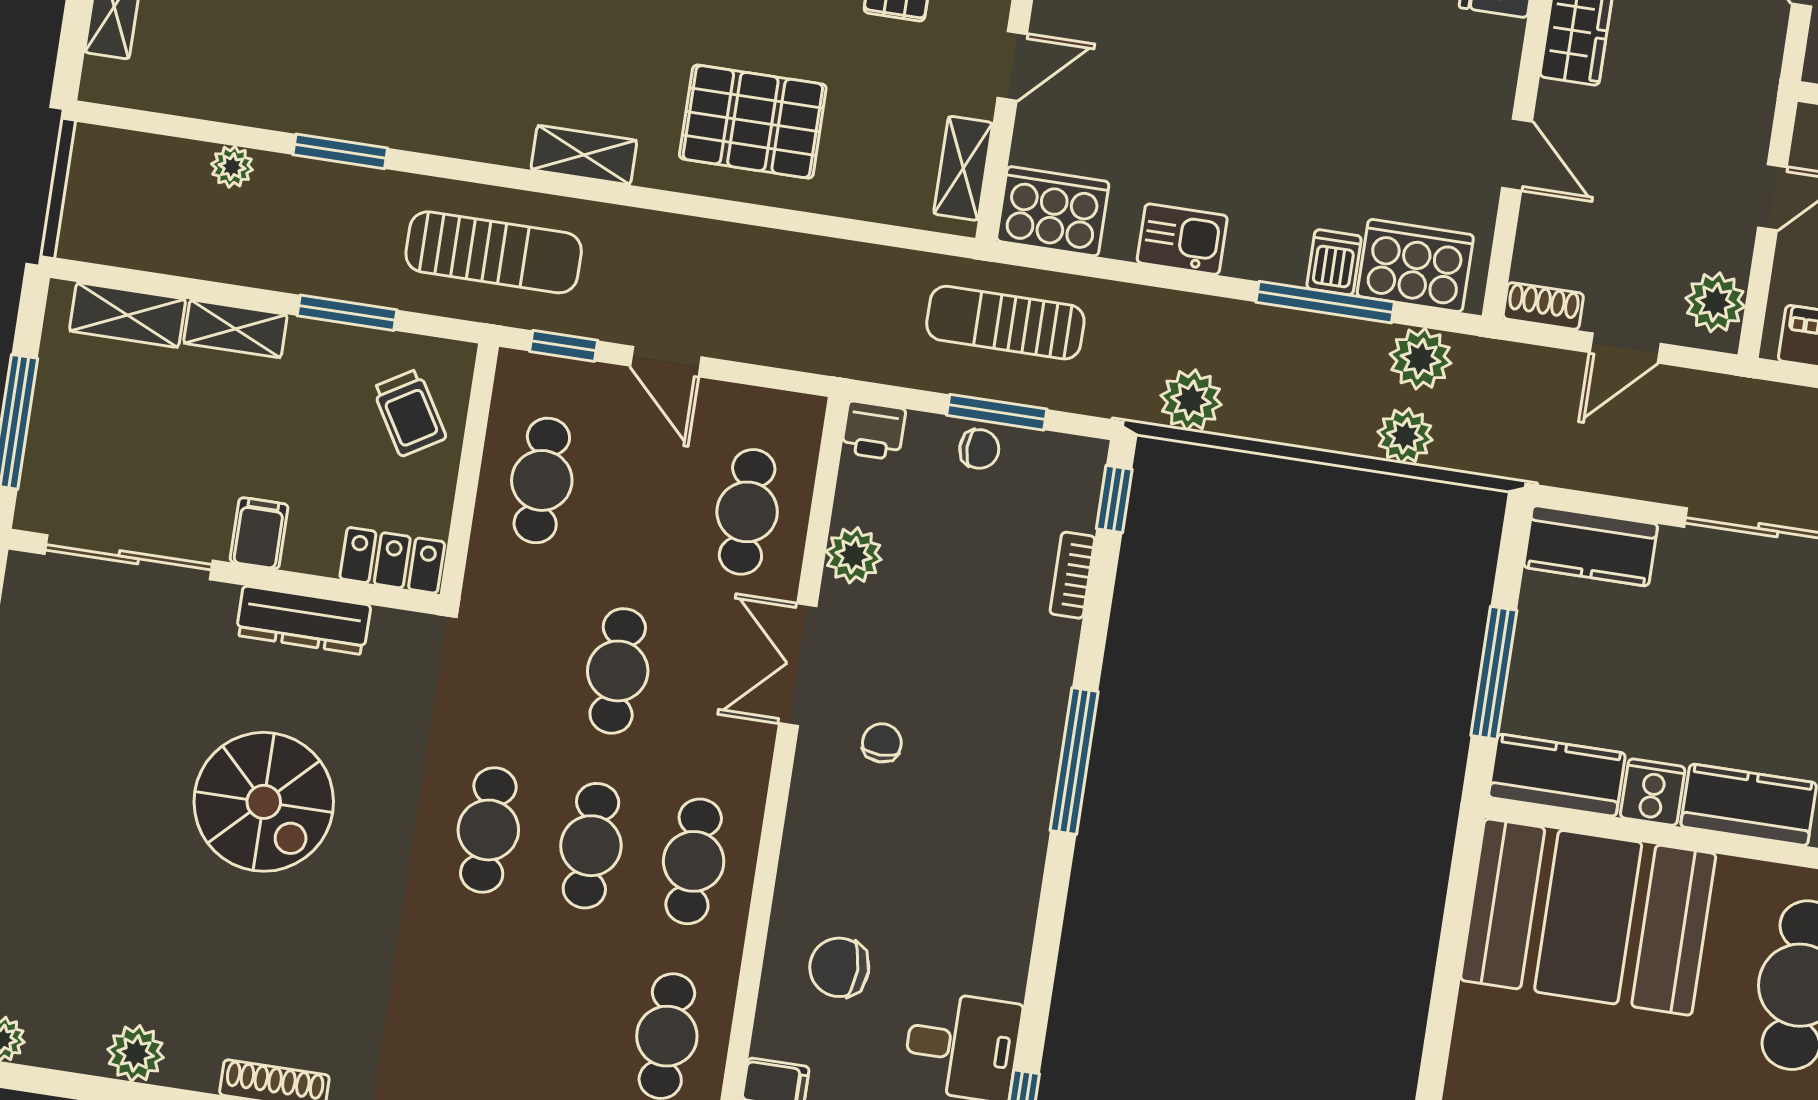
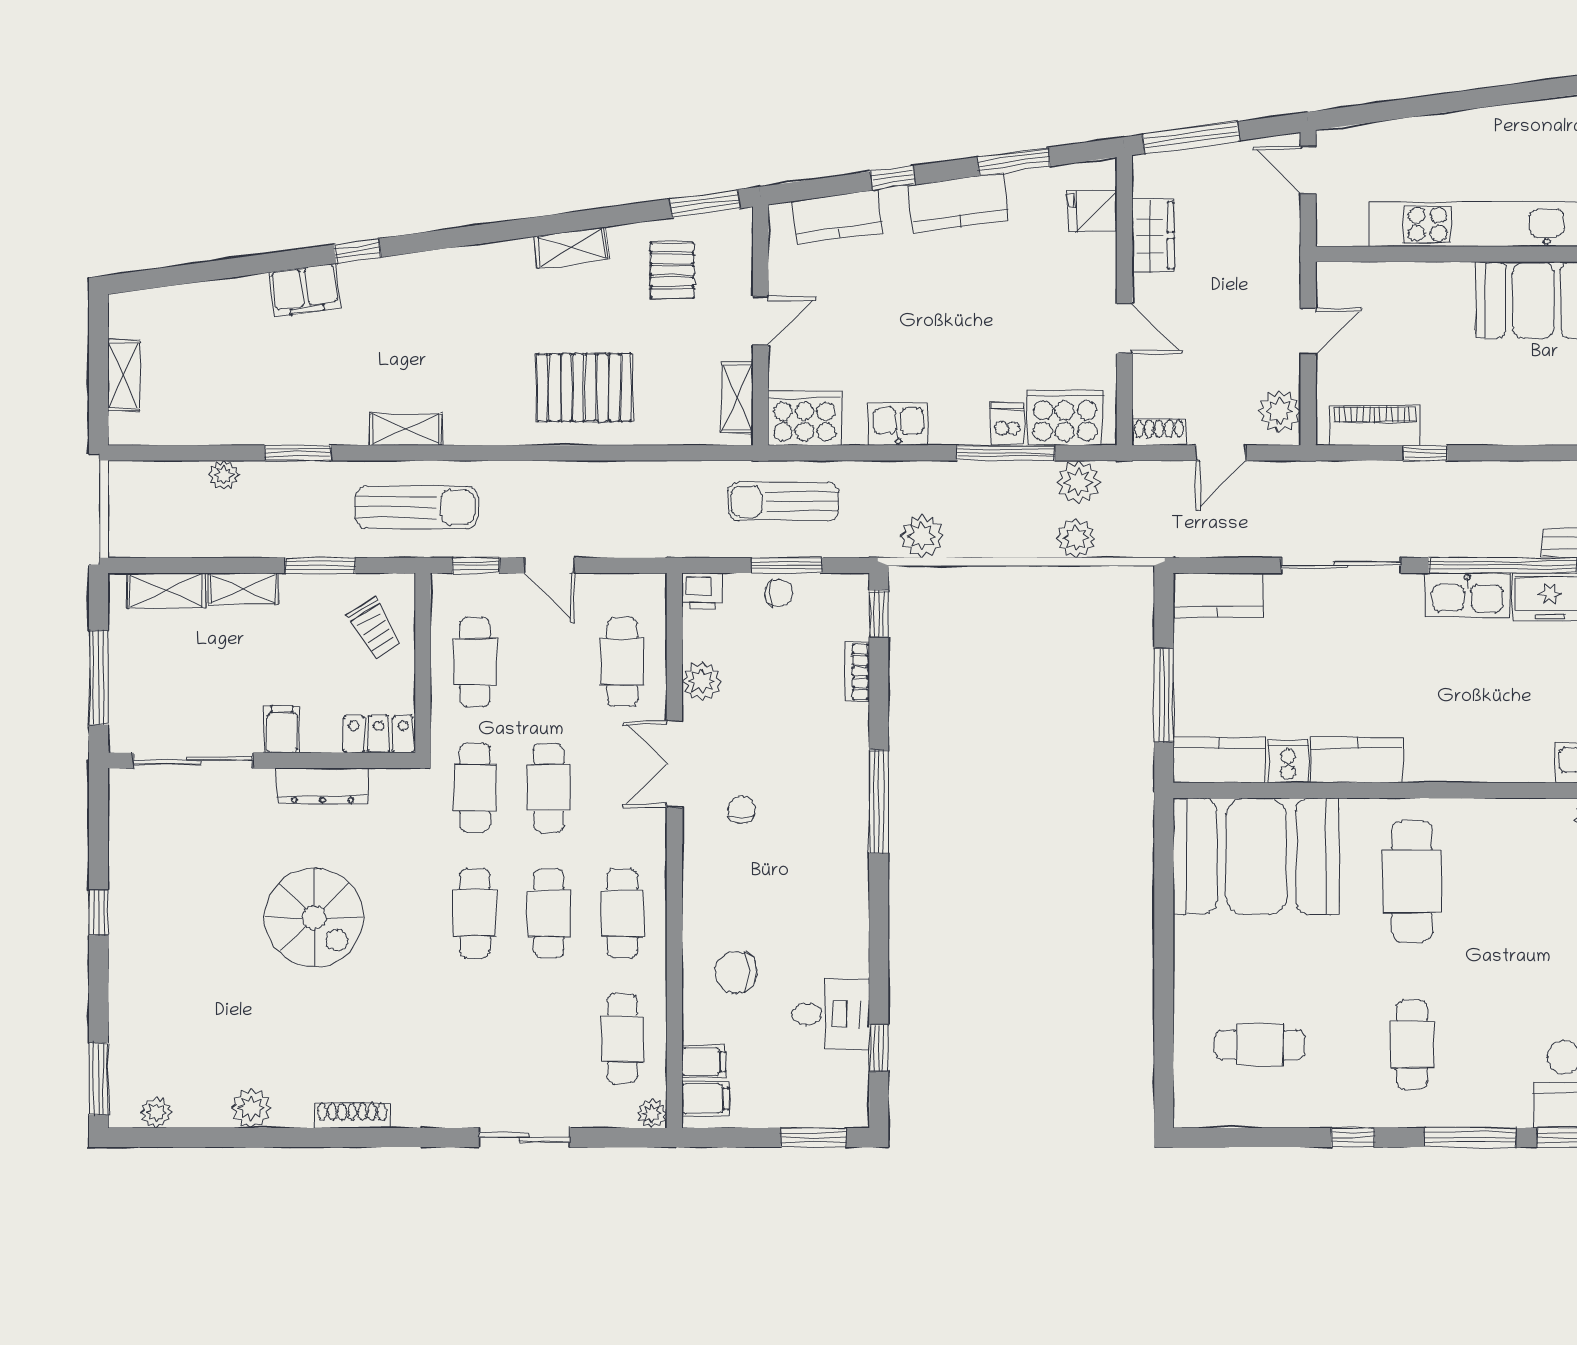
shelving: (584, 155) -> (406, 429), moved
cafe table: (515, 655) -> (475, 788), added

